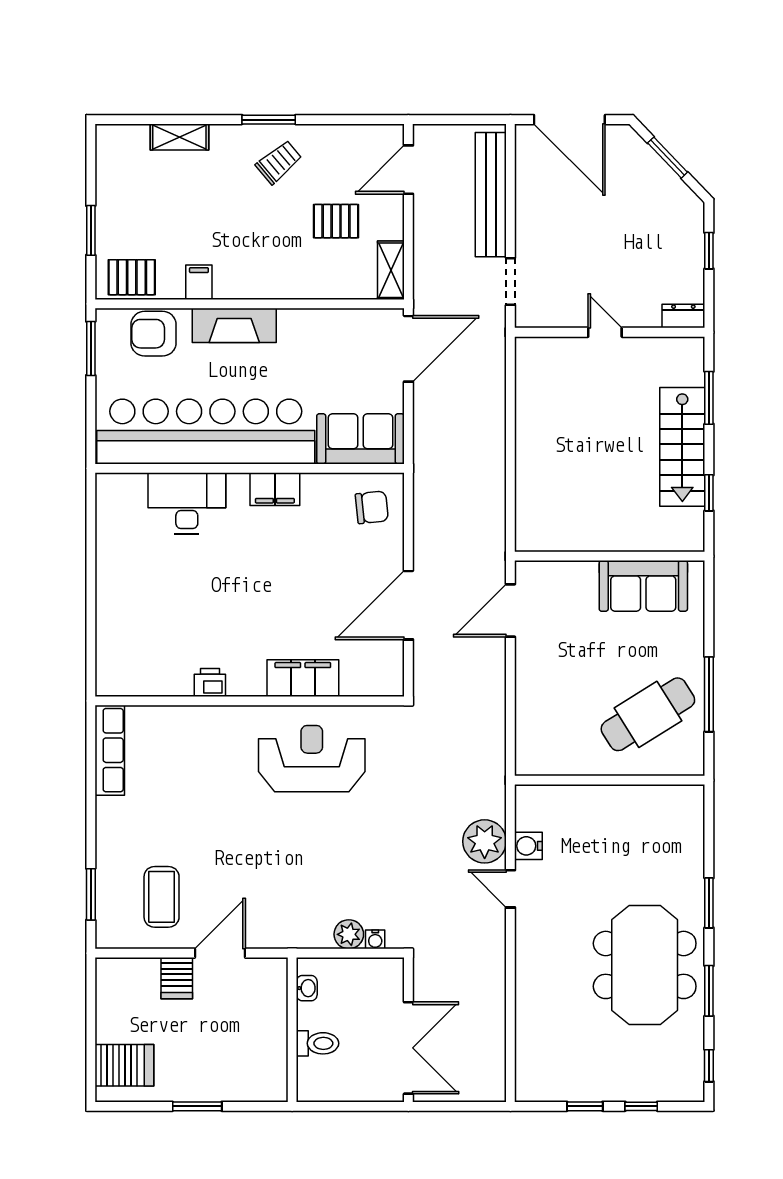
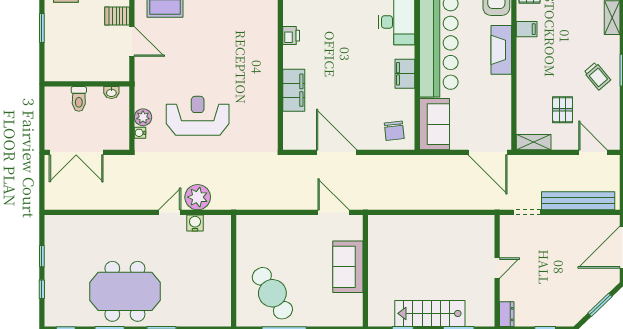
sofa: (643, 586) -> (348, 267), moved
reception desk: (312, 759) -> (198, 116), moved, turned -90

